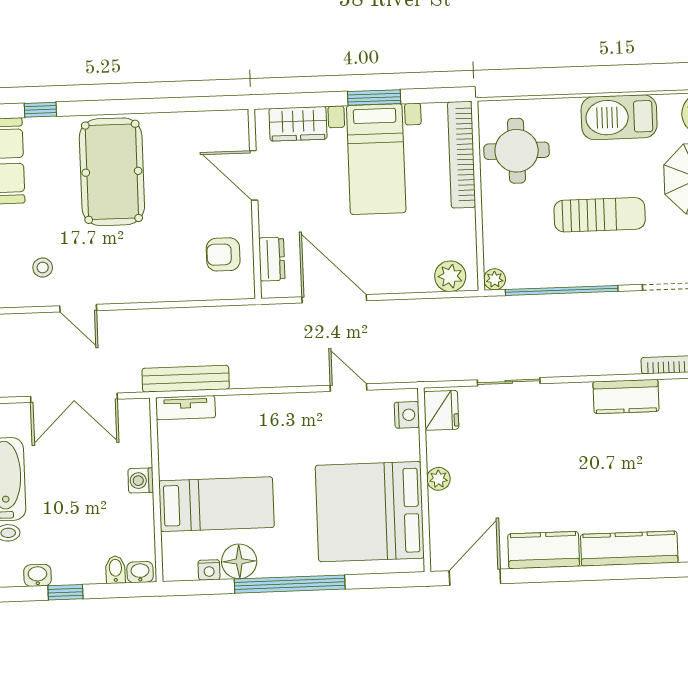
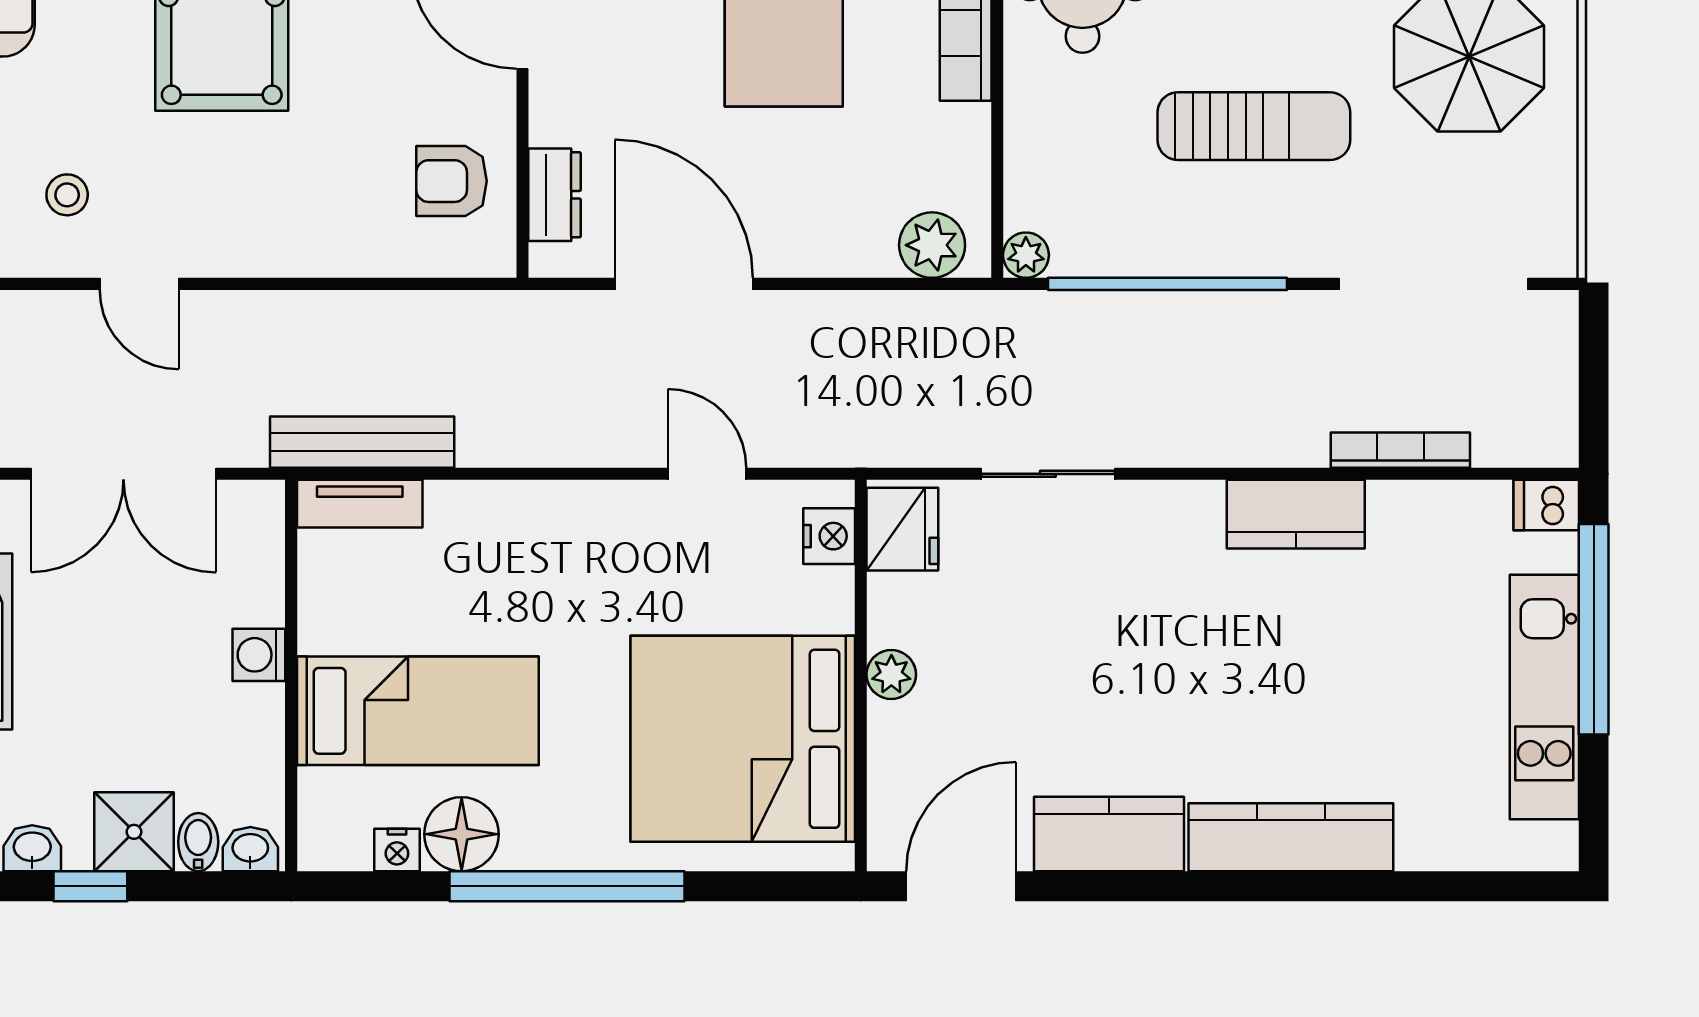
shower: (85, 566) -> (134, 832), added

